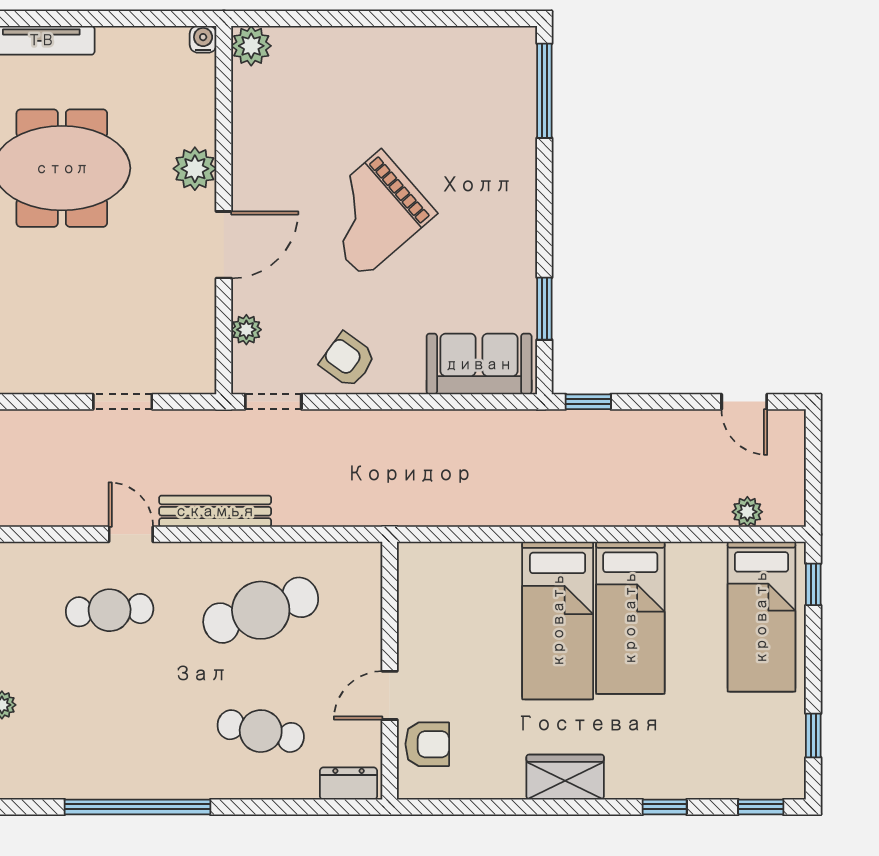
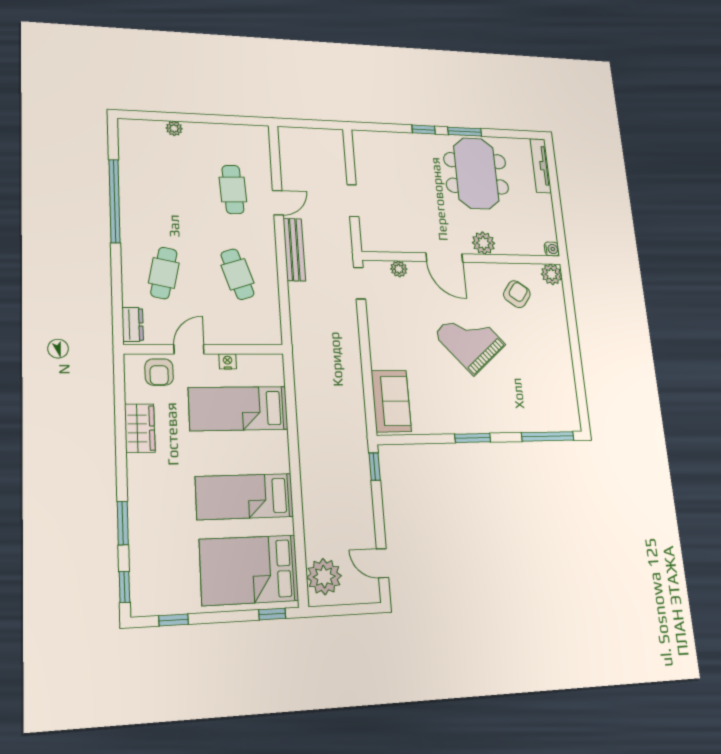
window: (544, 309) -> (473, 438), moved
armchair: (348, 360) -> (517, 294), moved
door: (744, 402) -> (382, 563), hinge flipped
plant: (747, 512) -> (324, 577), width x1.87, depth x1.87
cafe table: (261, 610) -> (237, 274), width x0.73, depth x0.74
bed: (761, 617) -> (249, 570), width x1.50
bed: (558, 620) -> (238, 408), moved
nightstand: (410, 634) -> (228, 361), added
door: (390, 695) -> (189, 349), hinge flipped
wardrobe: (565, 777) -> (140, 428), moved
window: (665, 807) -> (123, 523), width x1.50

